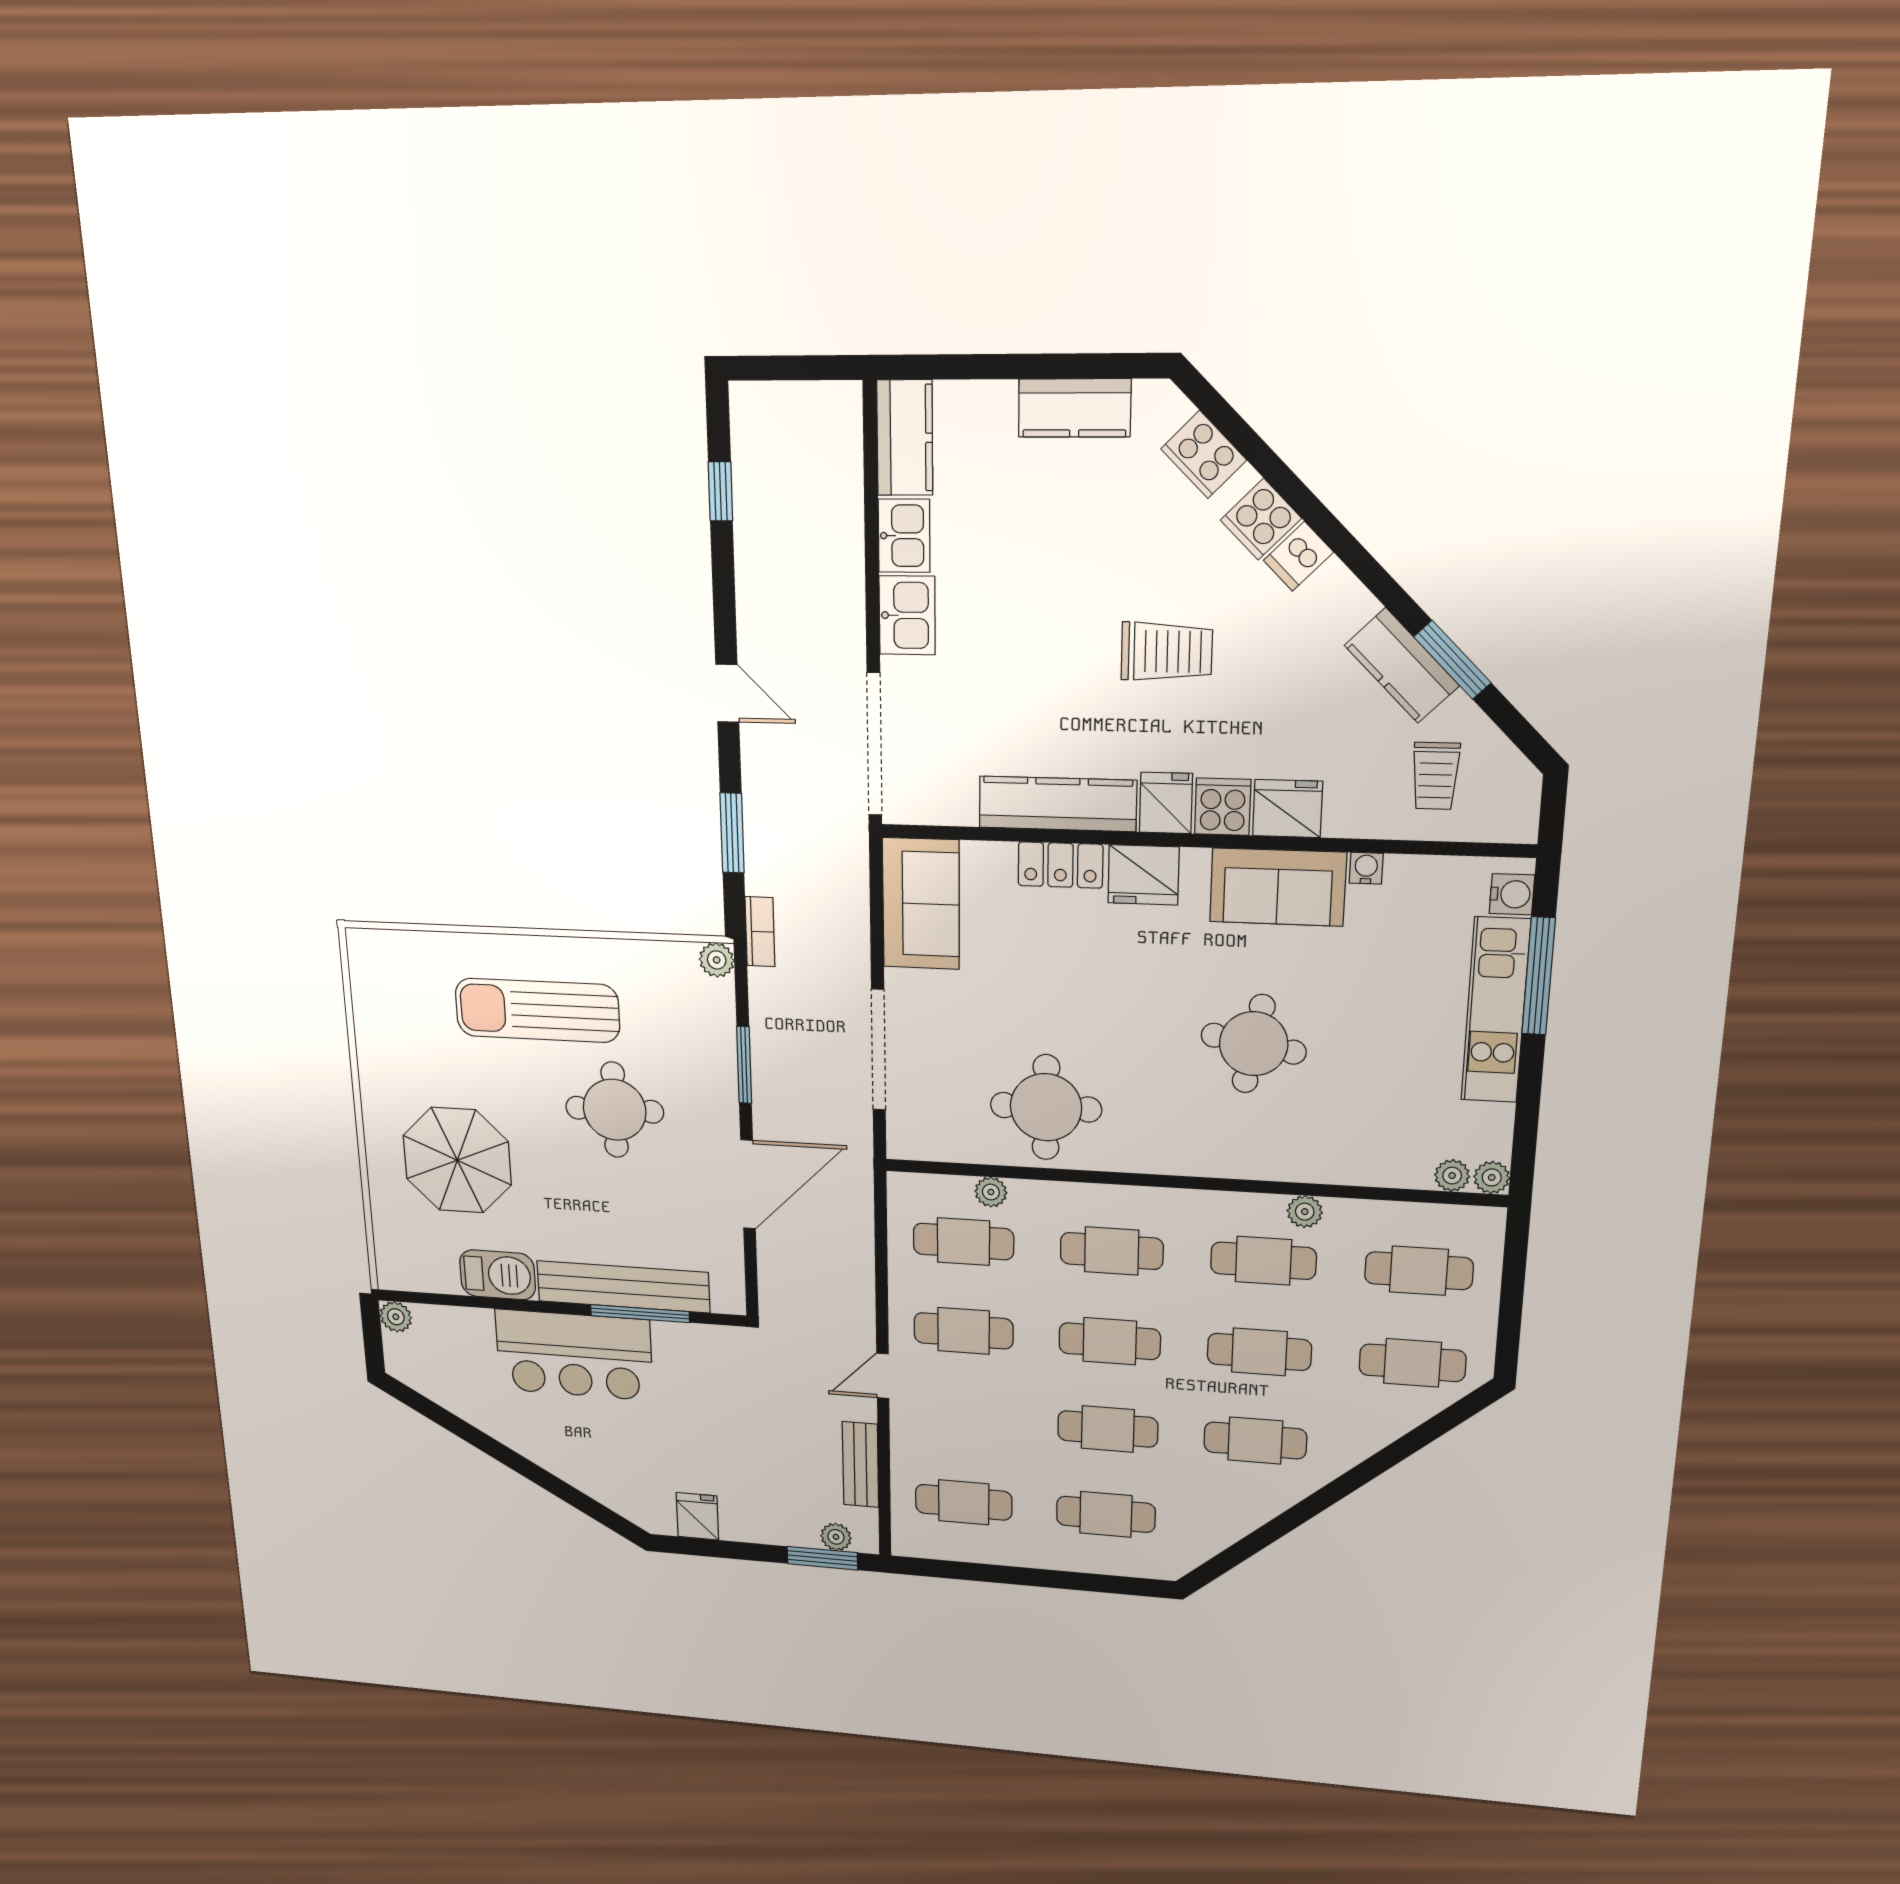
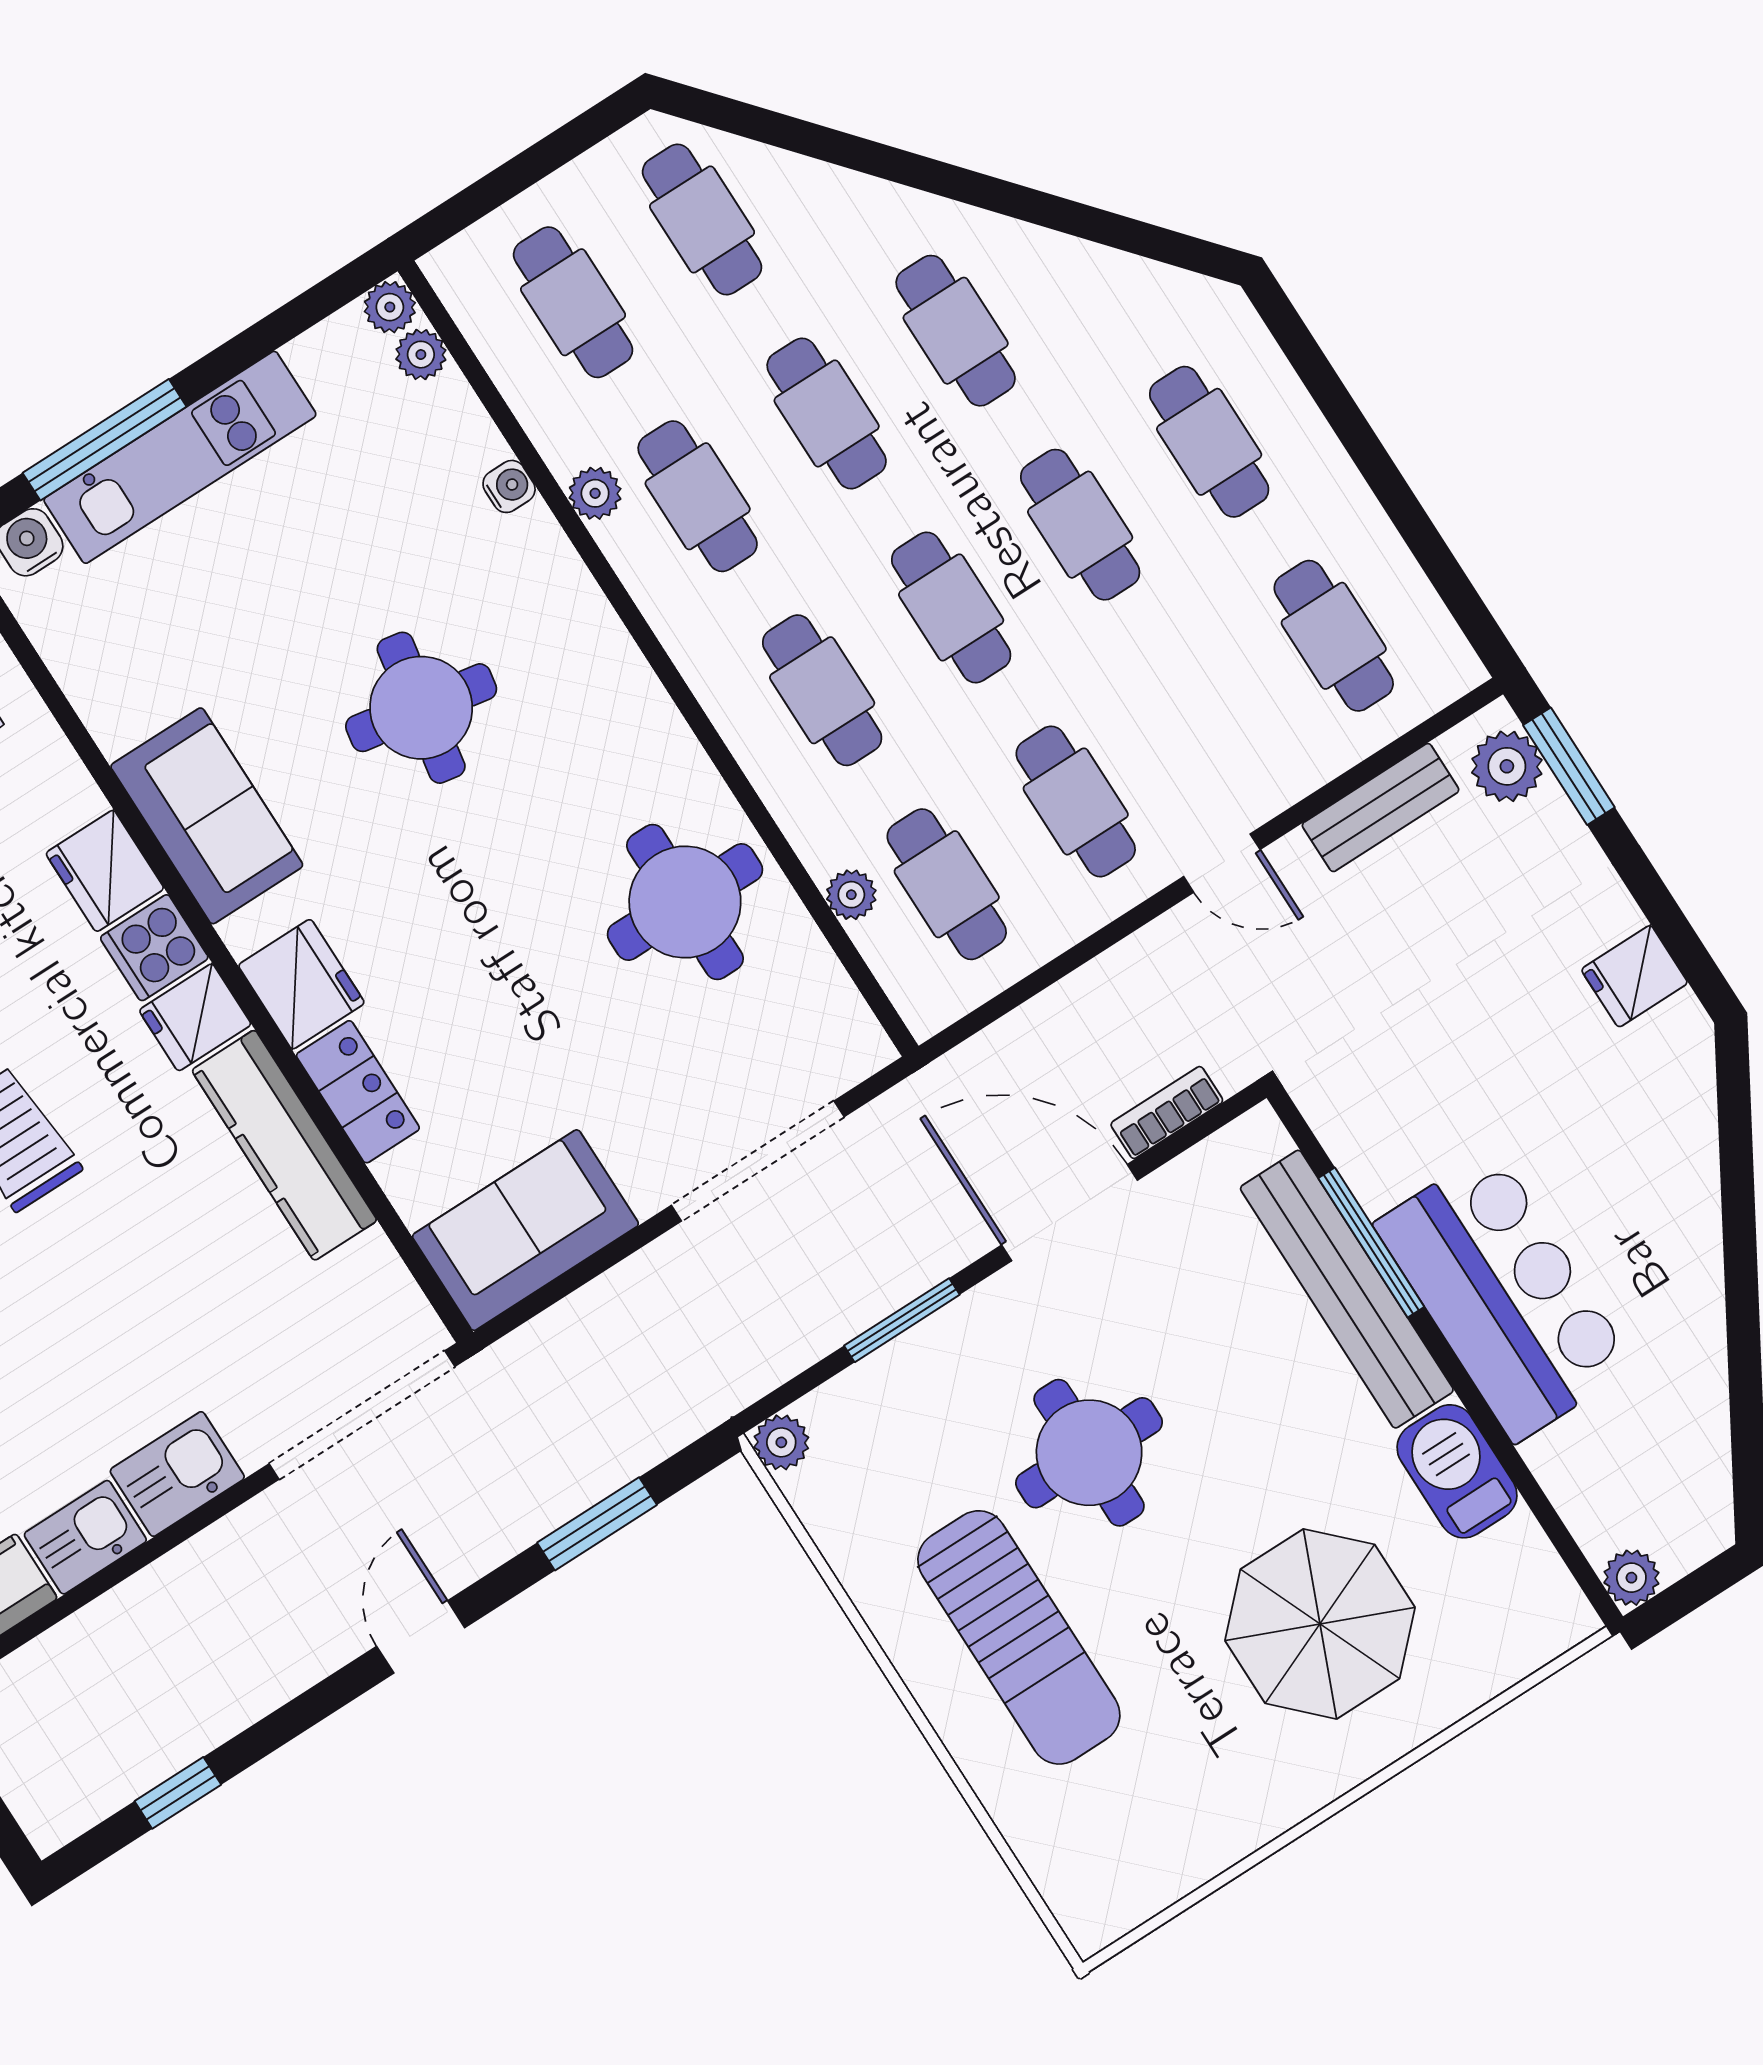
water cooler: (1366, 868) -> (509, 486), moved, turned 180
bookcase: (760, 932) -> (1167, 1113), moved
plant: (836, 1537) -> (1507, 766), width x1.38, depth x1.38

